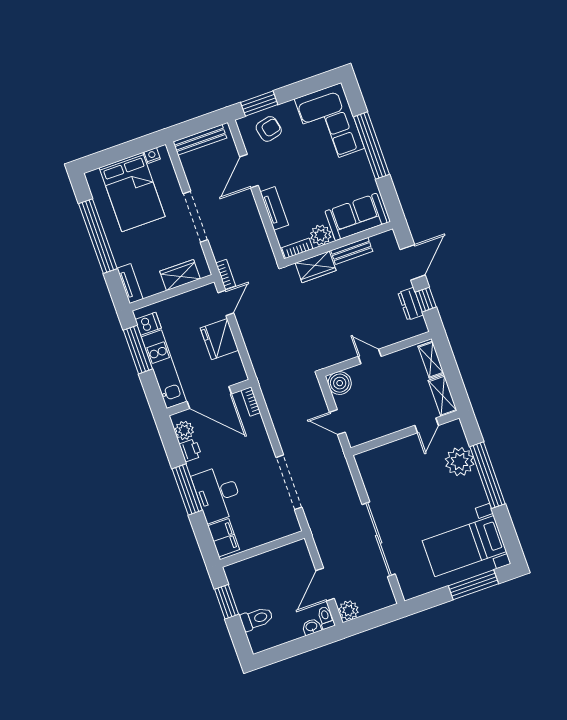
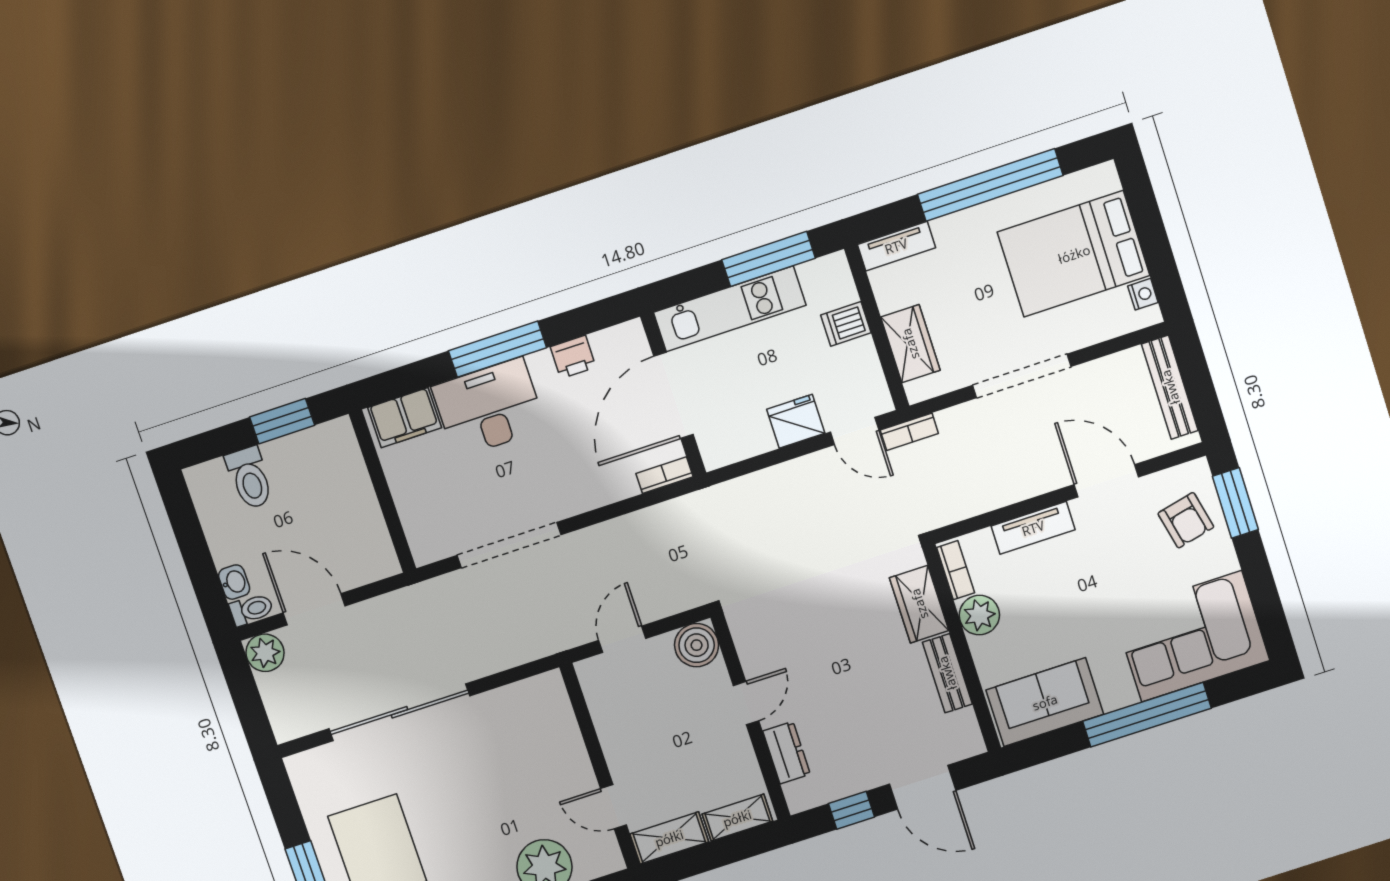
sofa: (356, 217) -> (1045, 702), moved, turned -90
dresser: (411, 304) -> (786, 753), moved, turned 90
dishwasher: (148, 324) -> (846, 324), moved, turned 90
fridge: (219, 339) -> (796, 421), width x0.73, depth x0.75
plant: (184, 430) -> (611, 346), removed

